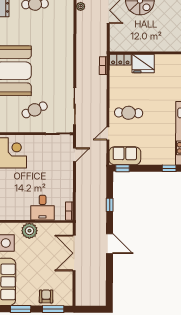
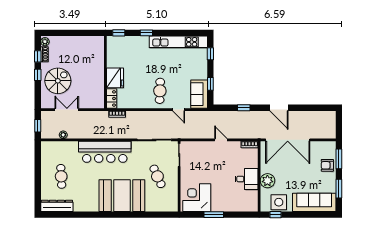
bar counter: (62, 52) -> (105, 152), added
door: (74, 155) -> (221, 140), moved
window: (123, 168) -> (210, 84), moved
desk: (43, 208) -> (246, 179), moved
door: (110, 244) -> (279, 108), swing flipped
double door: (74, 253) -> (288, 140), width x1.36

